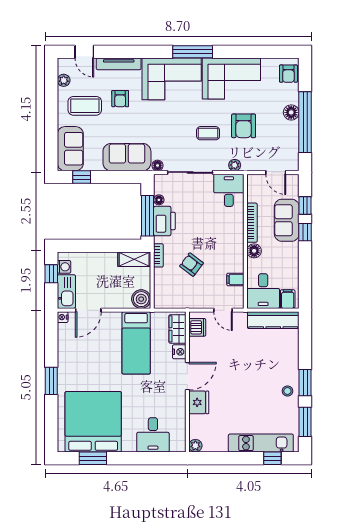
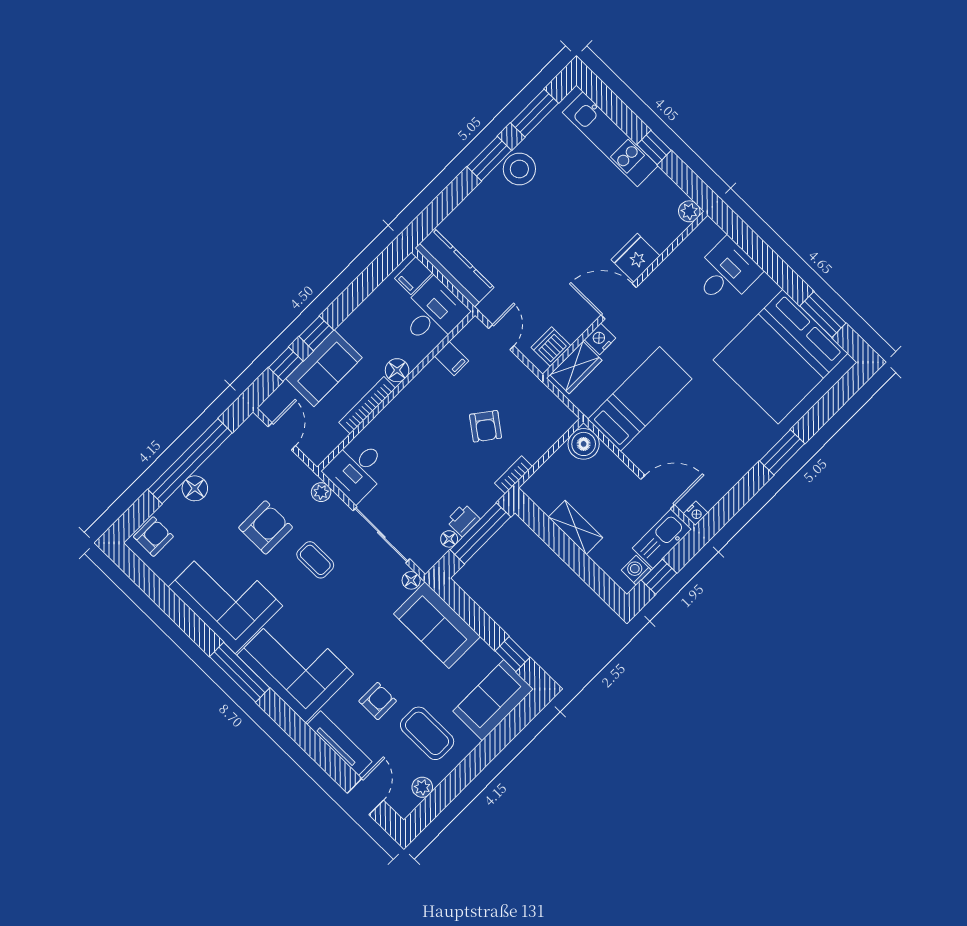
printer: (164, 221) -> (463, 520), width x0.53, depth x0.68
shelving: (134, 259) -> (576, 527), moved
stool: (287, 391) -> (519, 169), width x1.89, depth x1.89
window: (272, 458) -> (654, 147), moved

